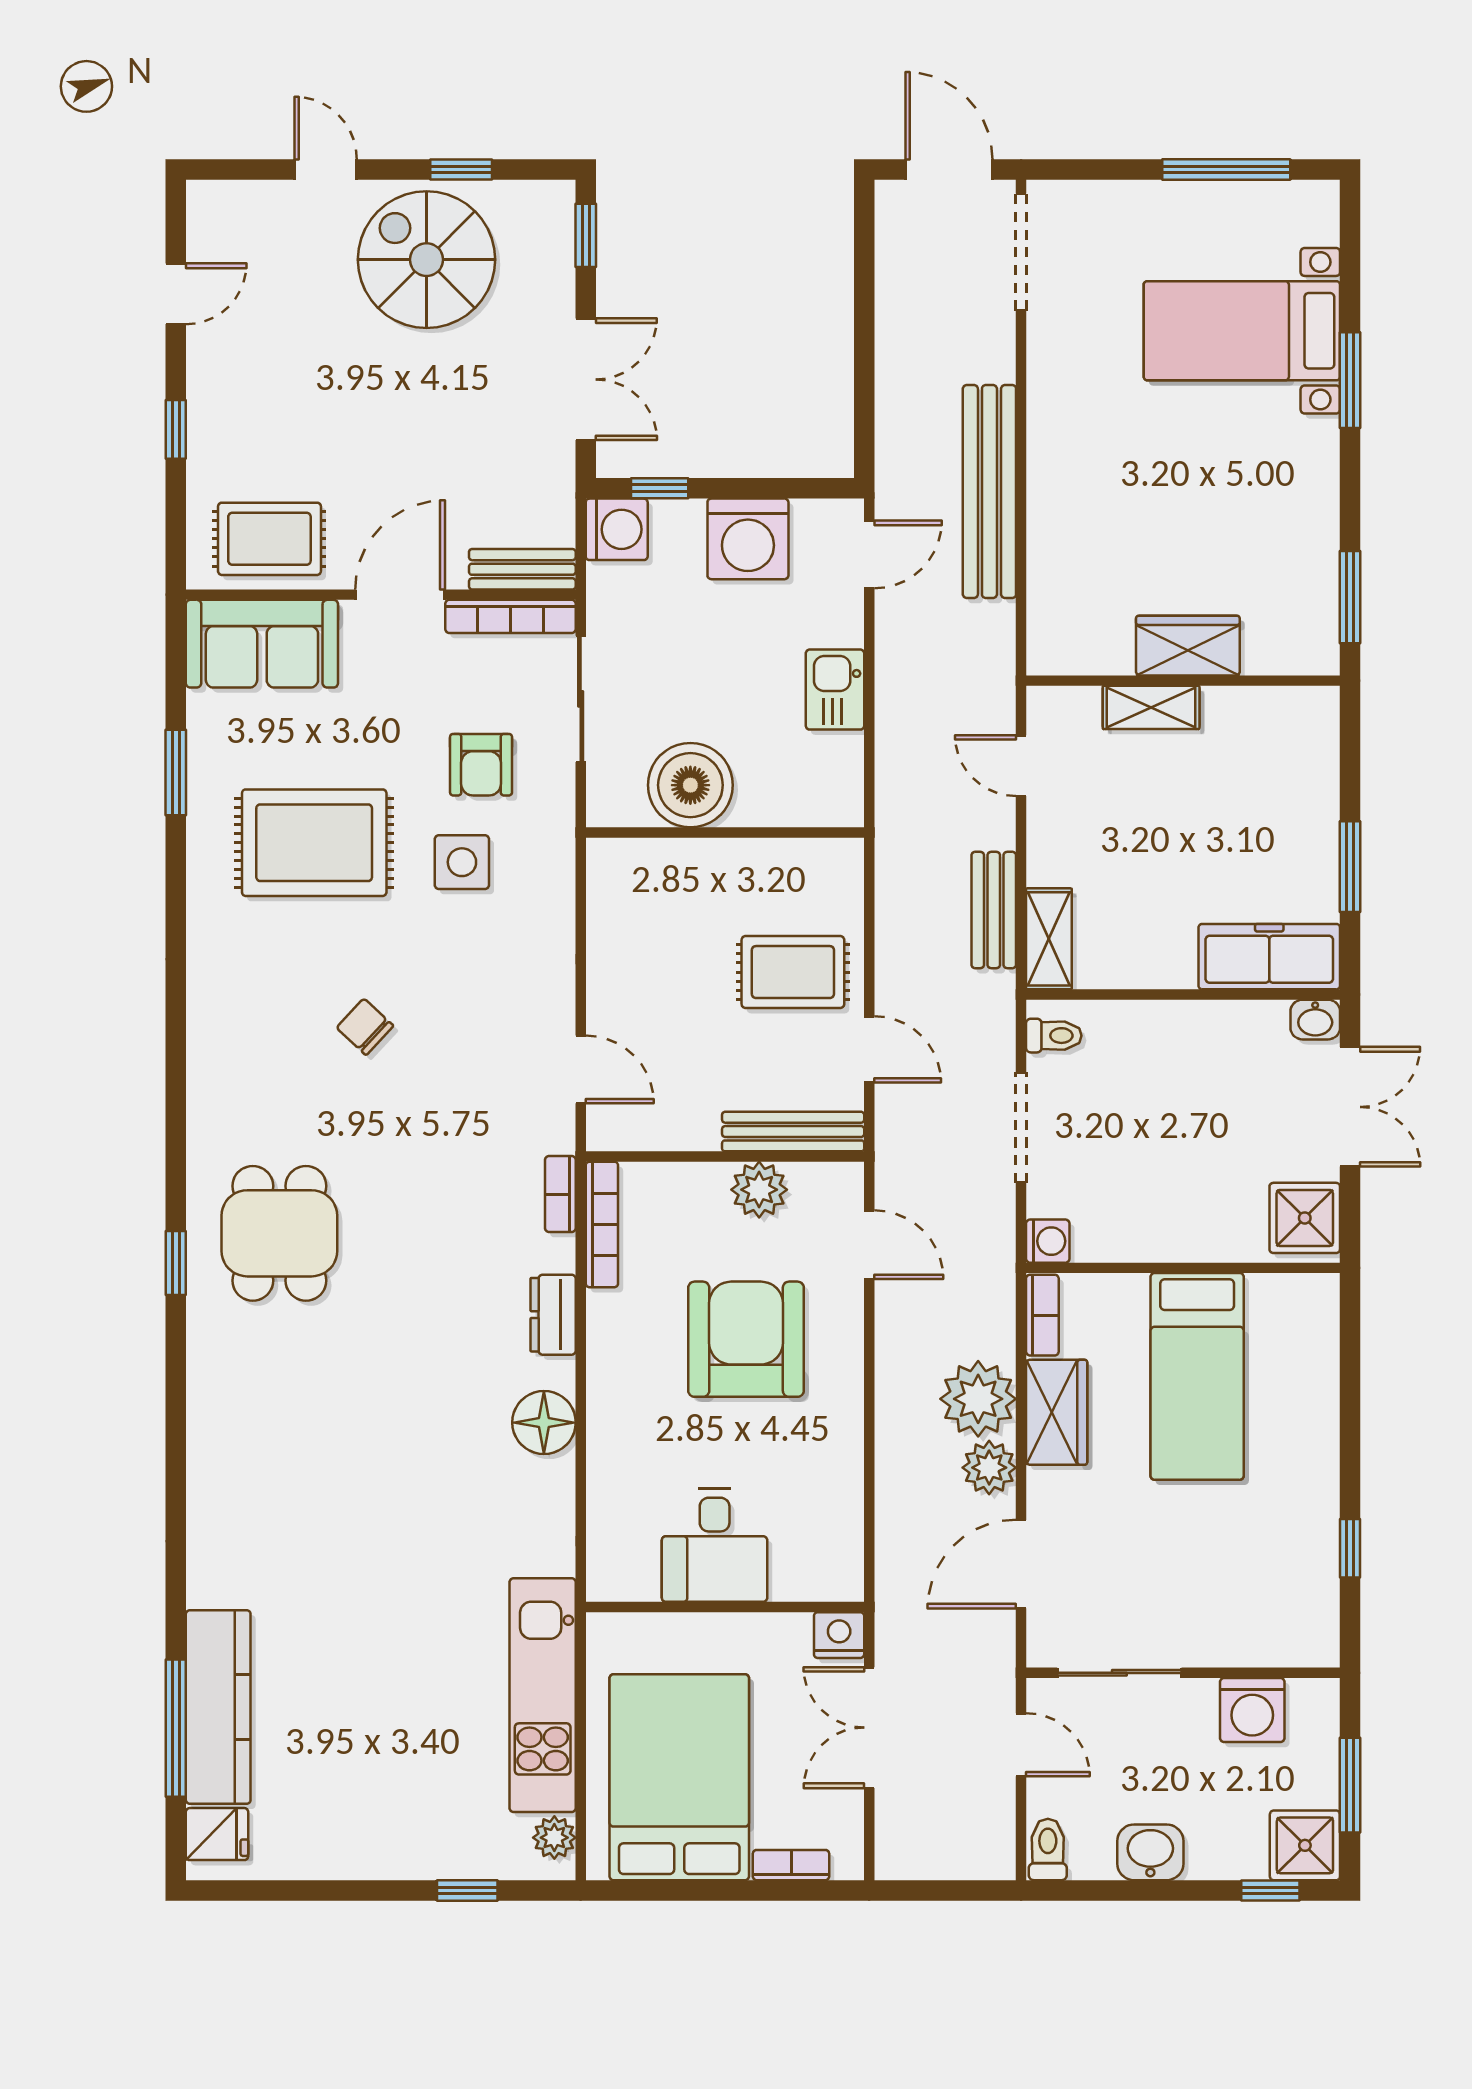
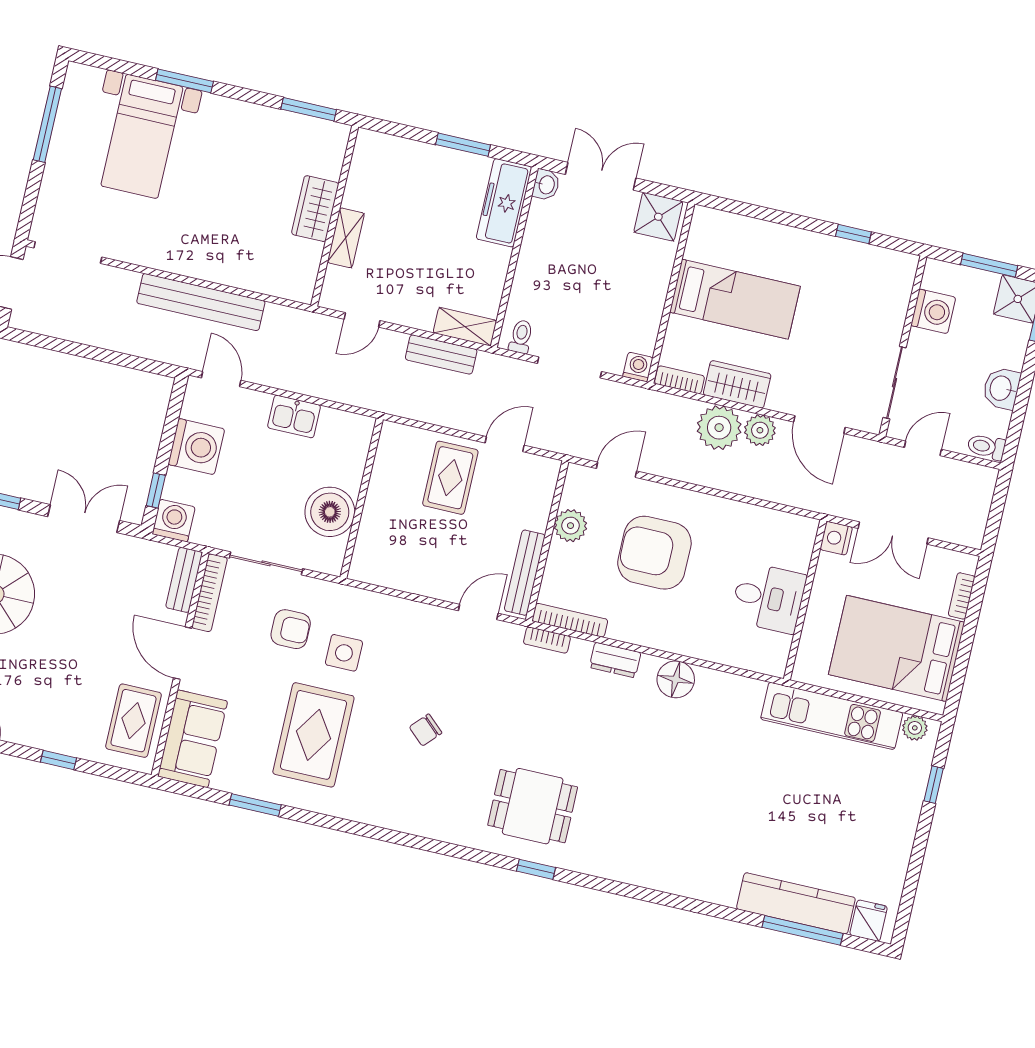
bench: (793, 1132) -> (525, 573), moved

